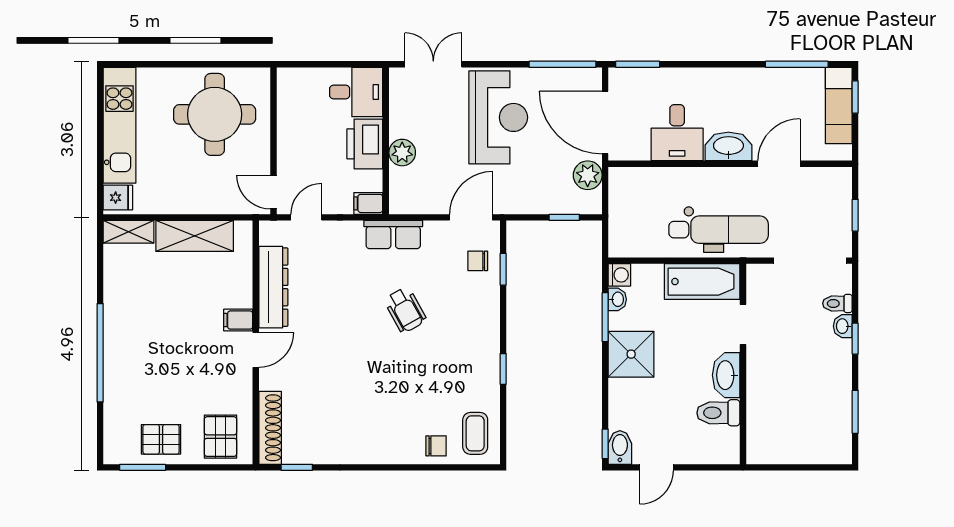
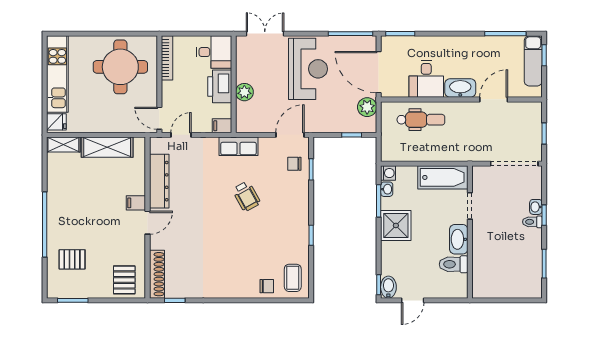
bookcase: (285, 101) -> (167, 58), added
dental chair: (719, 230) -> (421, 120), moved, width x0.73, depth x0.72
toilet: (837, 303) -> (532, 222), moved
pallet: (161, 439) -> (72, 259), moved

